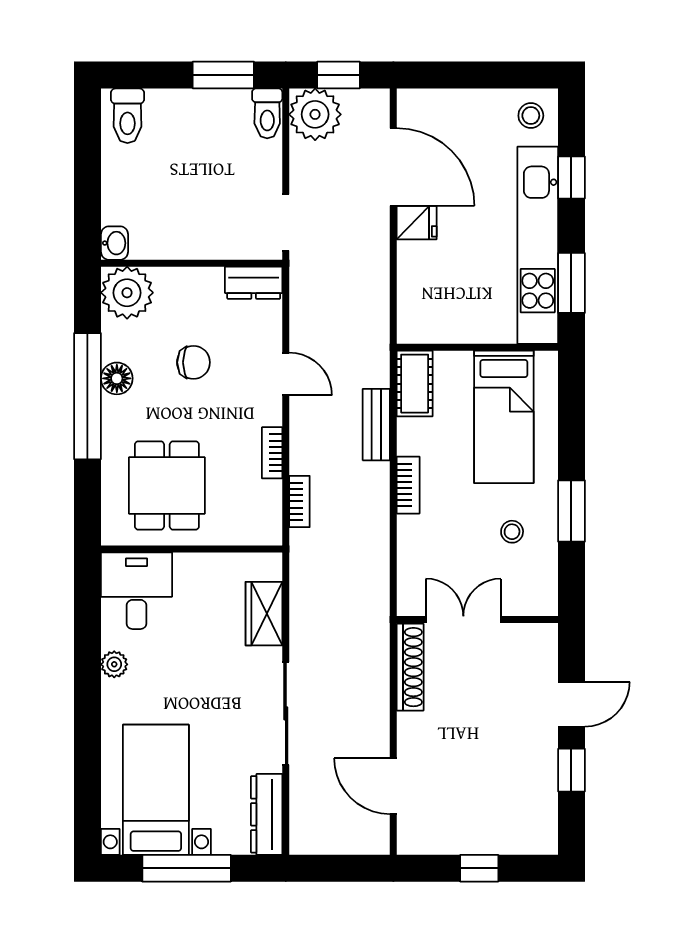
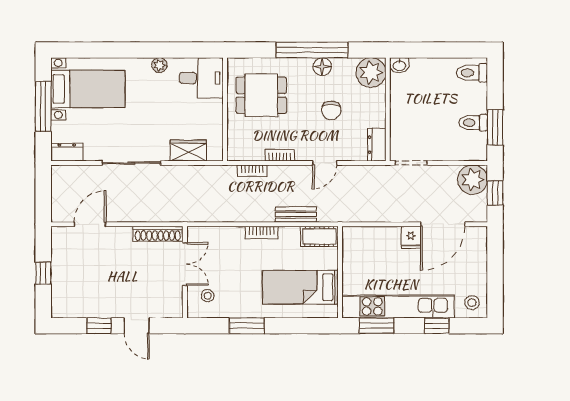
toilet: (267, 113) -> (473, 123), moved
stool: (512, 532) -> (208, 296), moved
dresser: (267, 814) -> (67, 152), width x0.70

